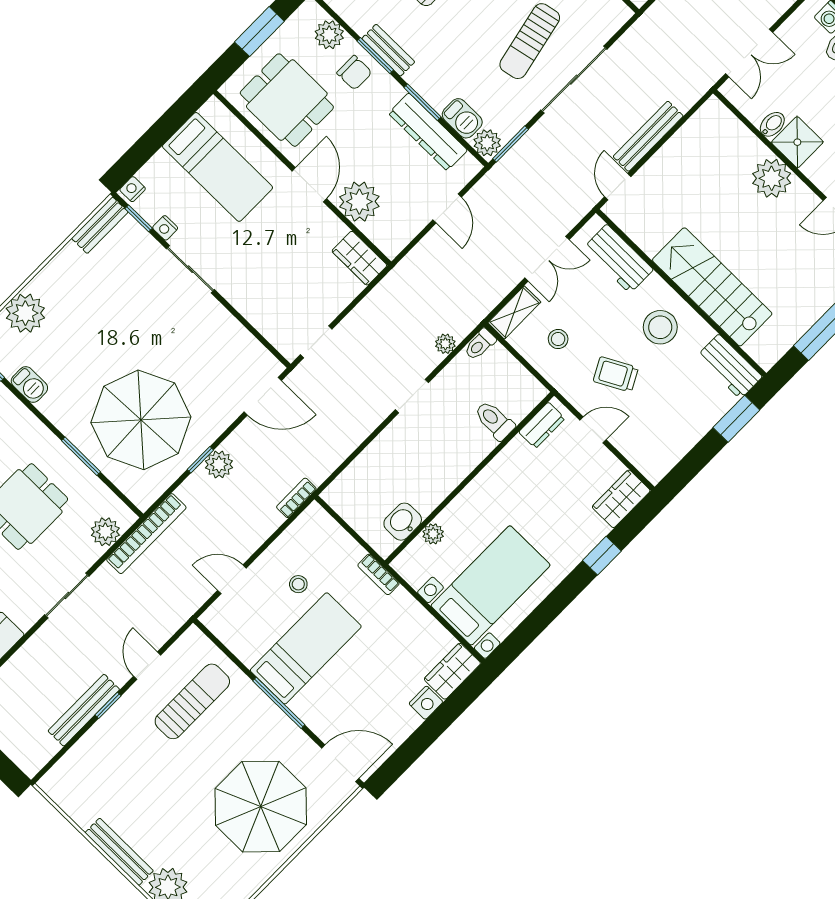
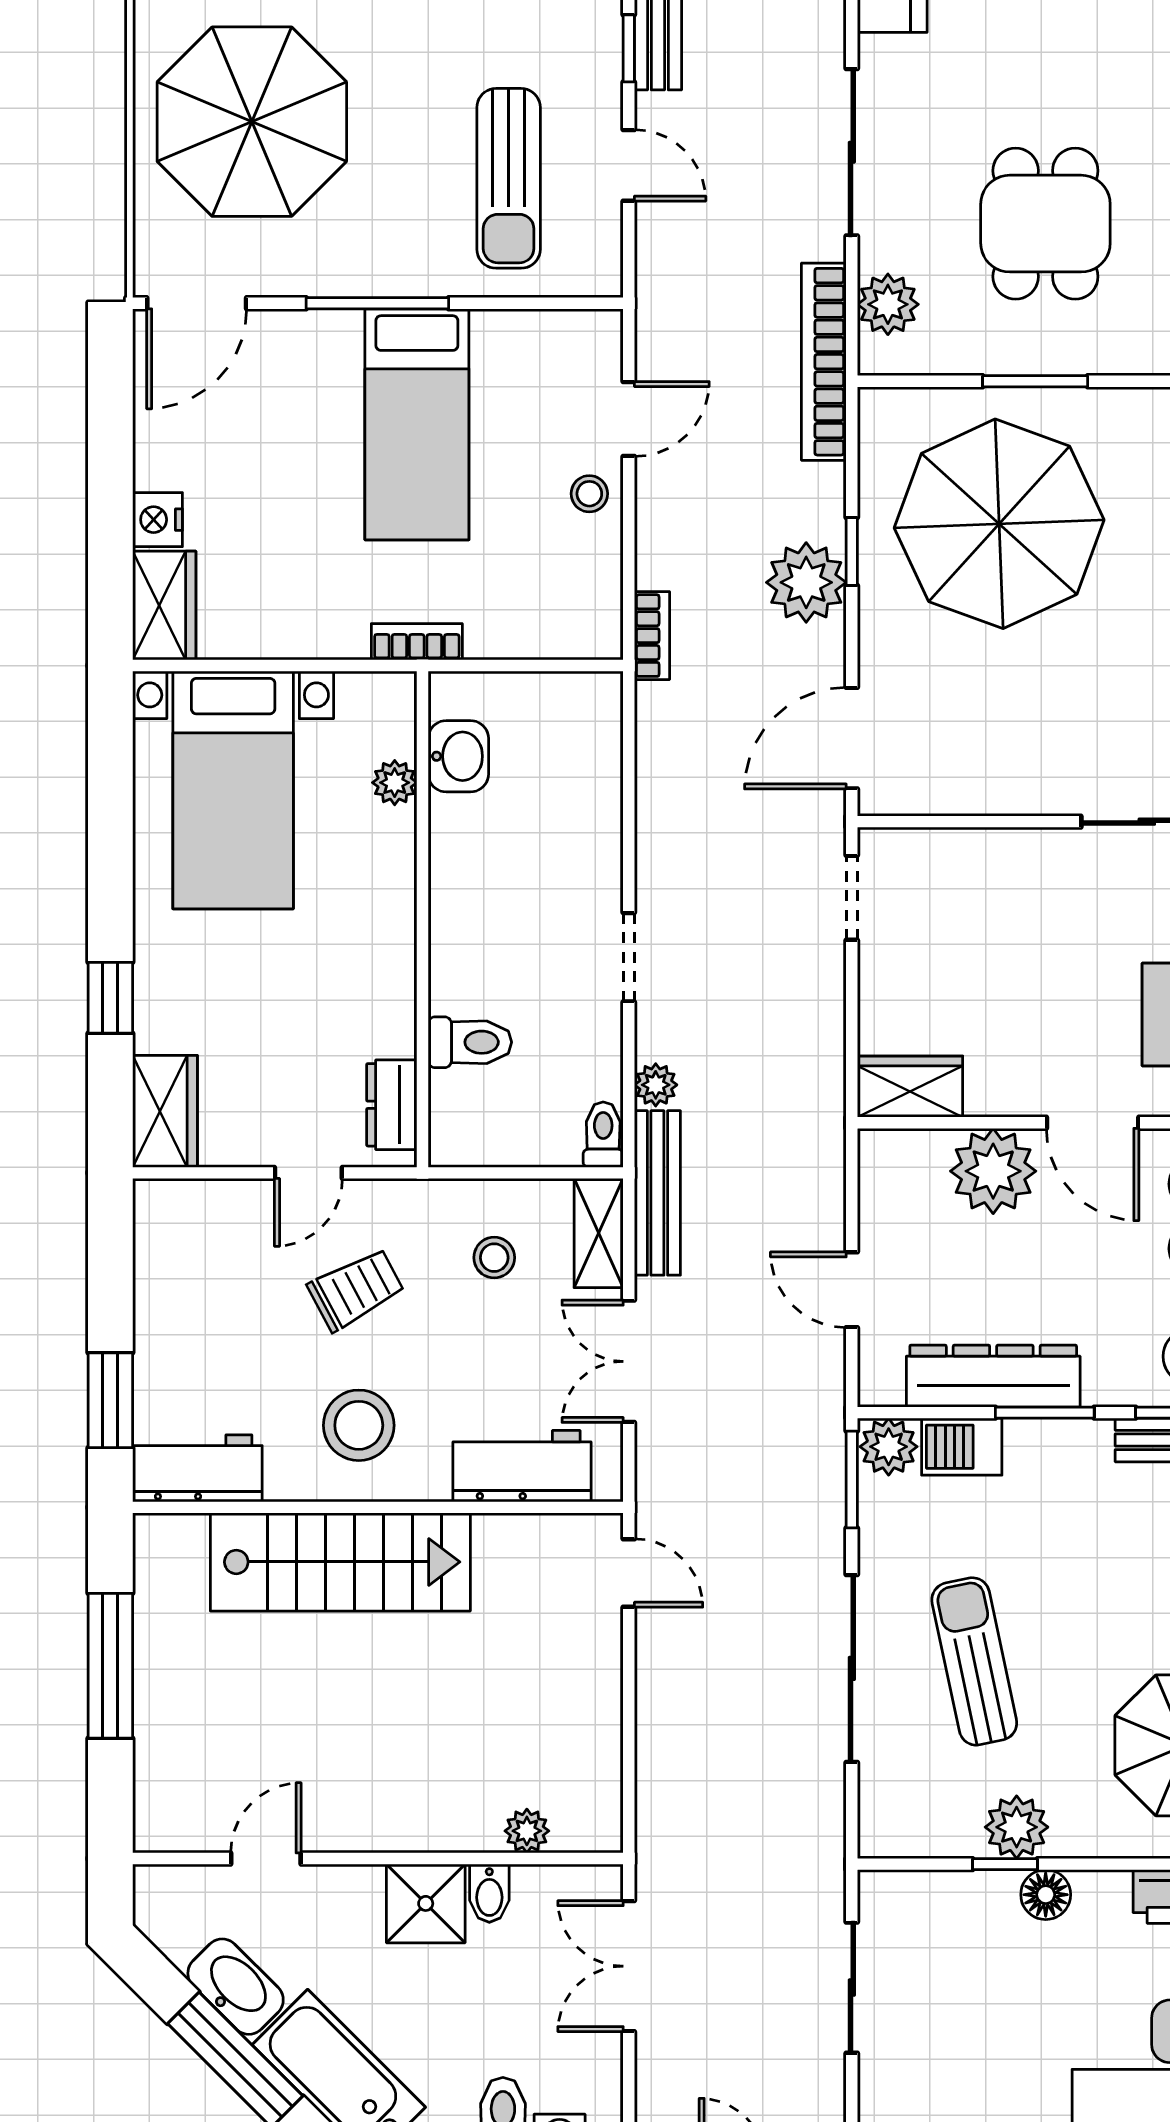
bench: (648, 136) -> (657, 1193), moved
plant: (772, 178) -> (527, 1831), moved, width x0.53, depth x0.53
plant: (219, 464) -> (806, 582), width x1.36, depth x1.36
stool: (298, 584) -> (589, 494), moved
sliding door: (67, 596) -> (852, 152), width x1.37

